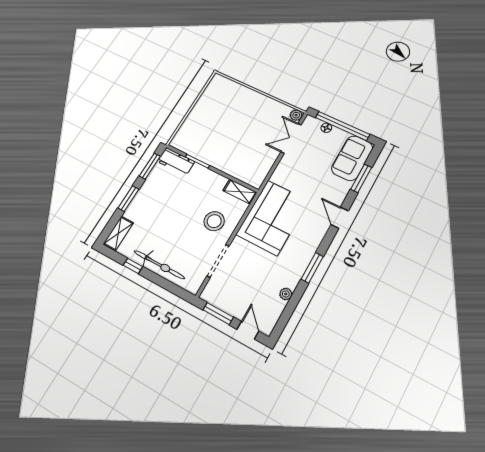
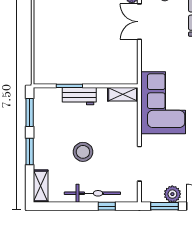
workbench: (176, 162) -> (79, 96), moved
stool: (214, 221) -> (83, 152), moved
window: (133, 266) -> (107, 206), moved
plant: (232, 306) -> (172, 194), added

